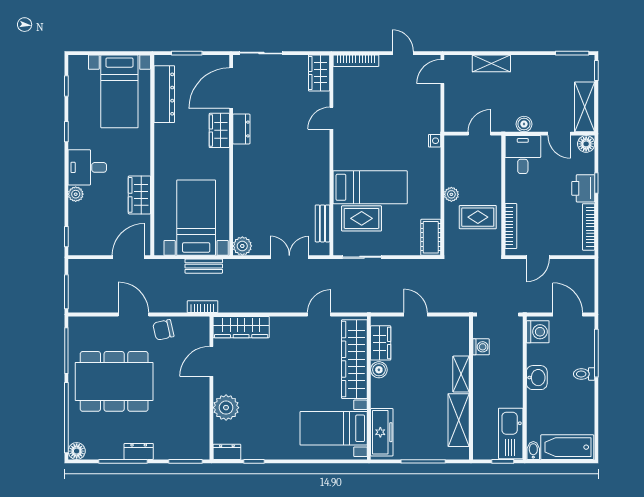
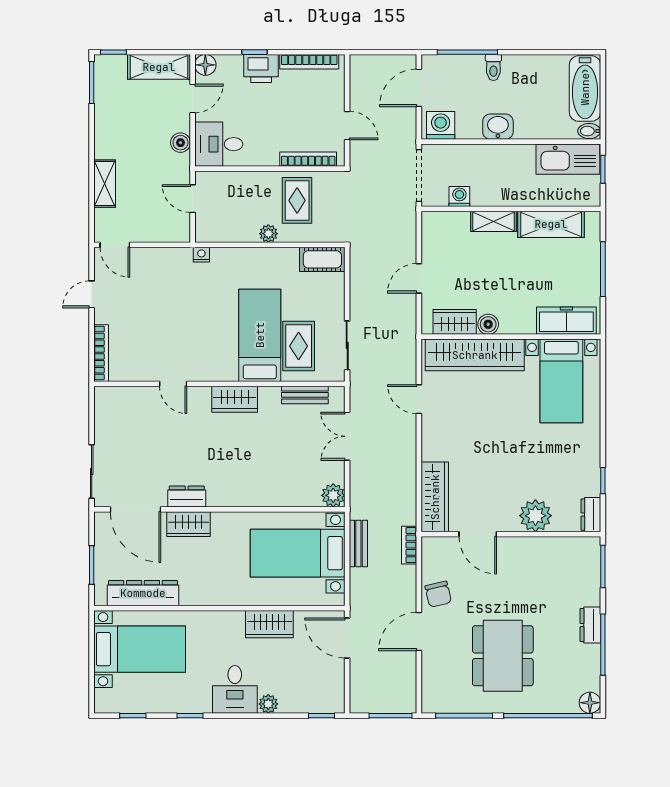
wardrobe: (319, 73) -> (235, 399), moved
dining table: (114, 381) -> (503, 656), width x0.73, depth x0.80

